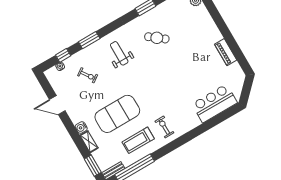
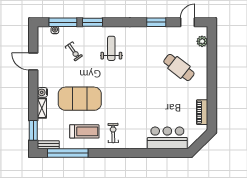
cafe table: (157, 38) -> (179, 67), moved, width x1.37, depth x1.35
piano: (226, 52) -> (202, 112), moved
window: (63, 55) -> (63, 22), width x2.17
treadmill: (138, 140) -> (84, 131), turned 180

